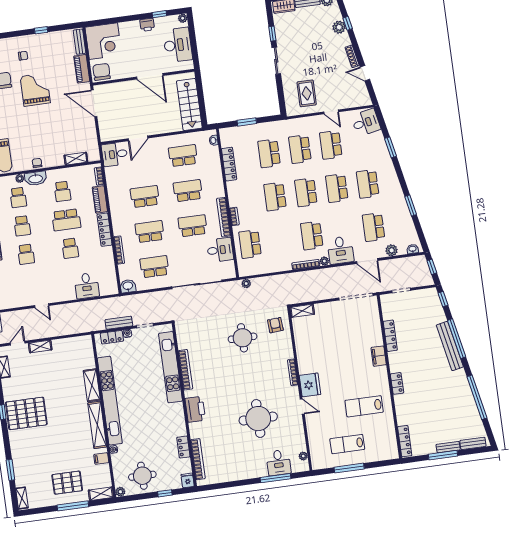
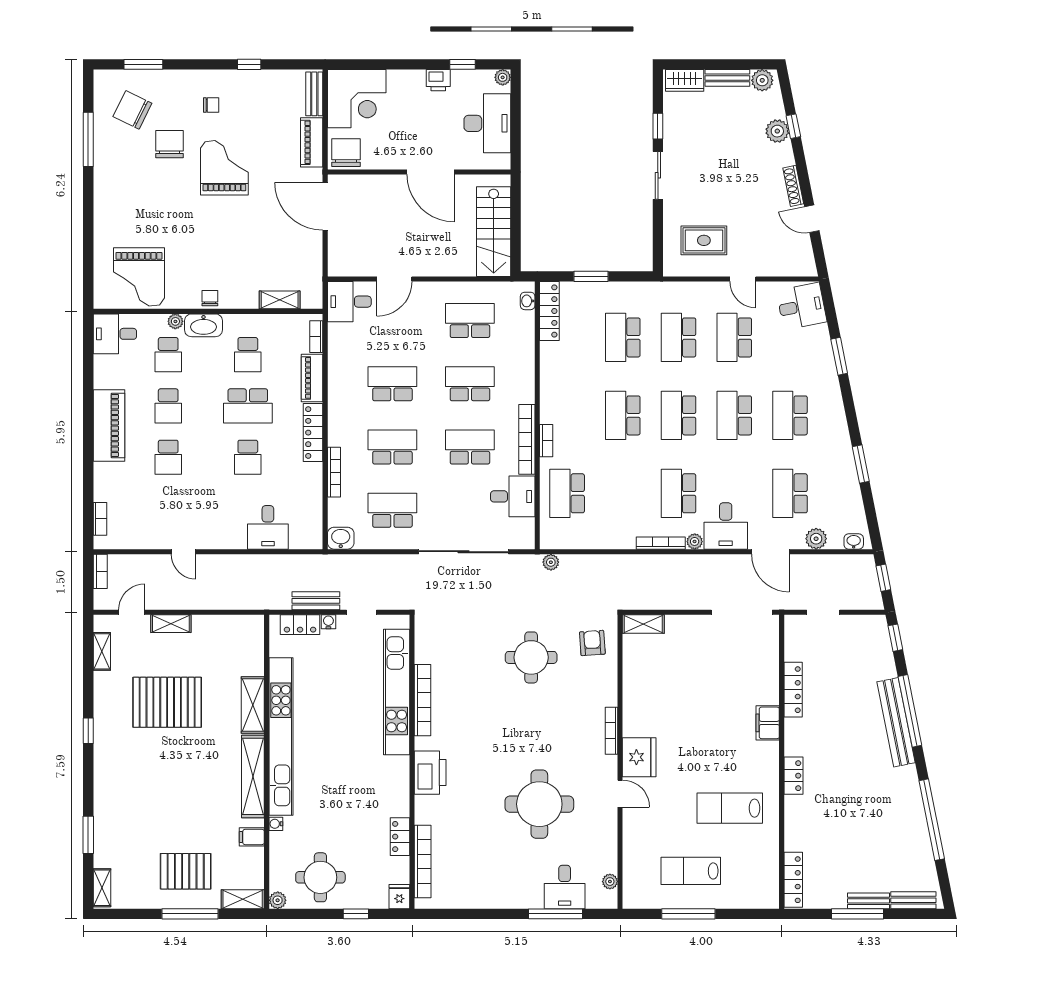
rug: (307, 93) -> (704, 240), turned 90
locker: (229, 164) -> (549, 311), moved
pallet: (26, 413) -> (167, 702), moved

